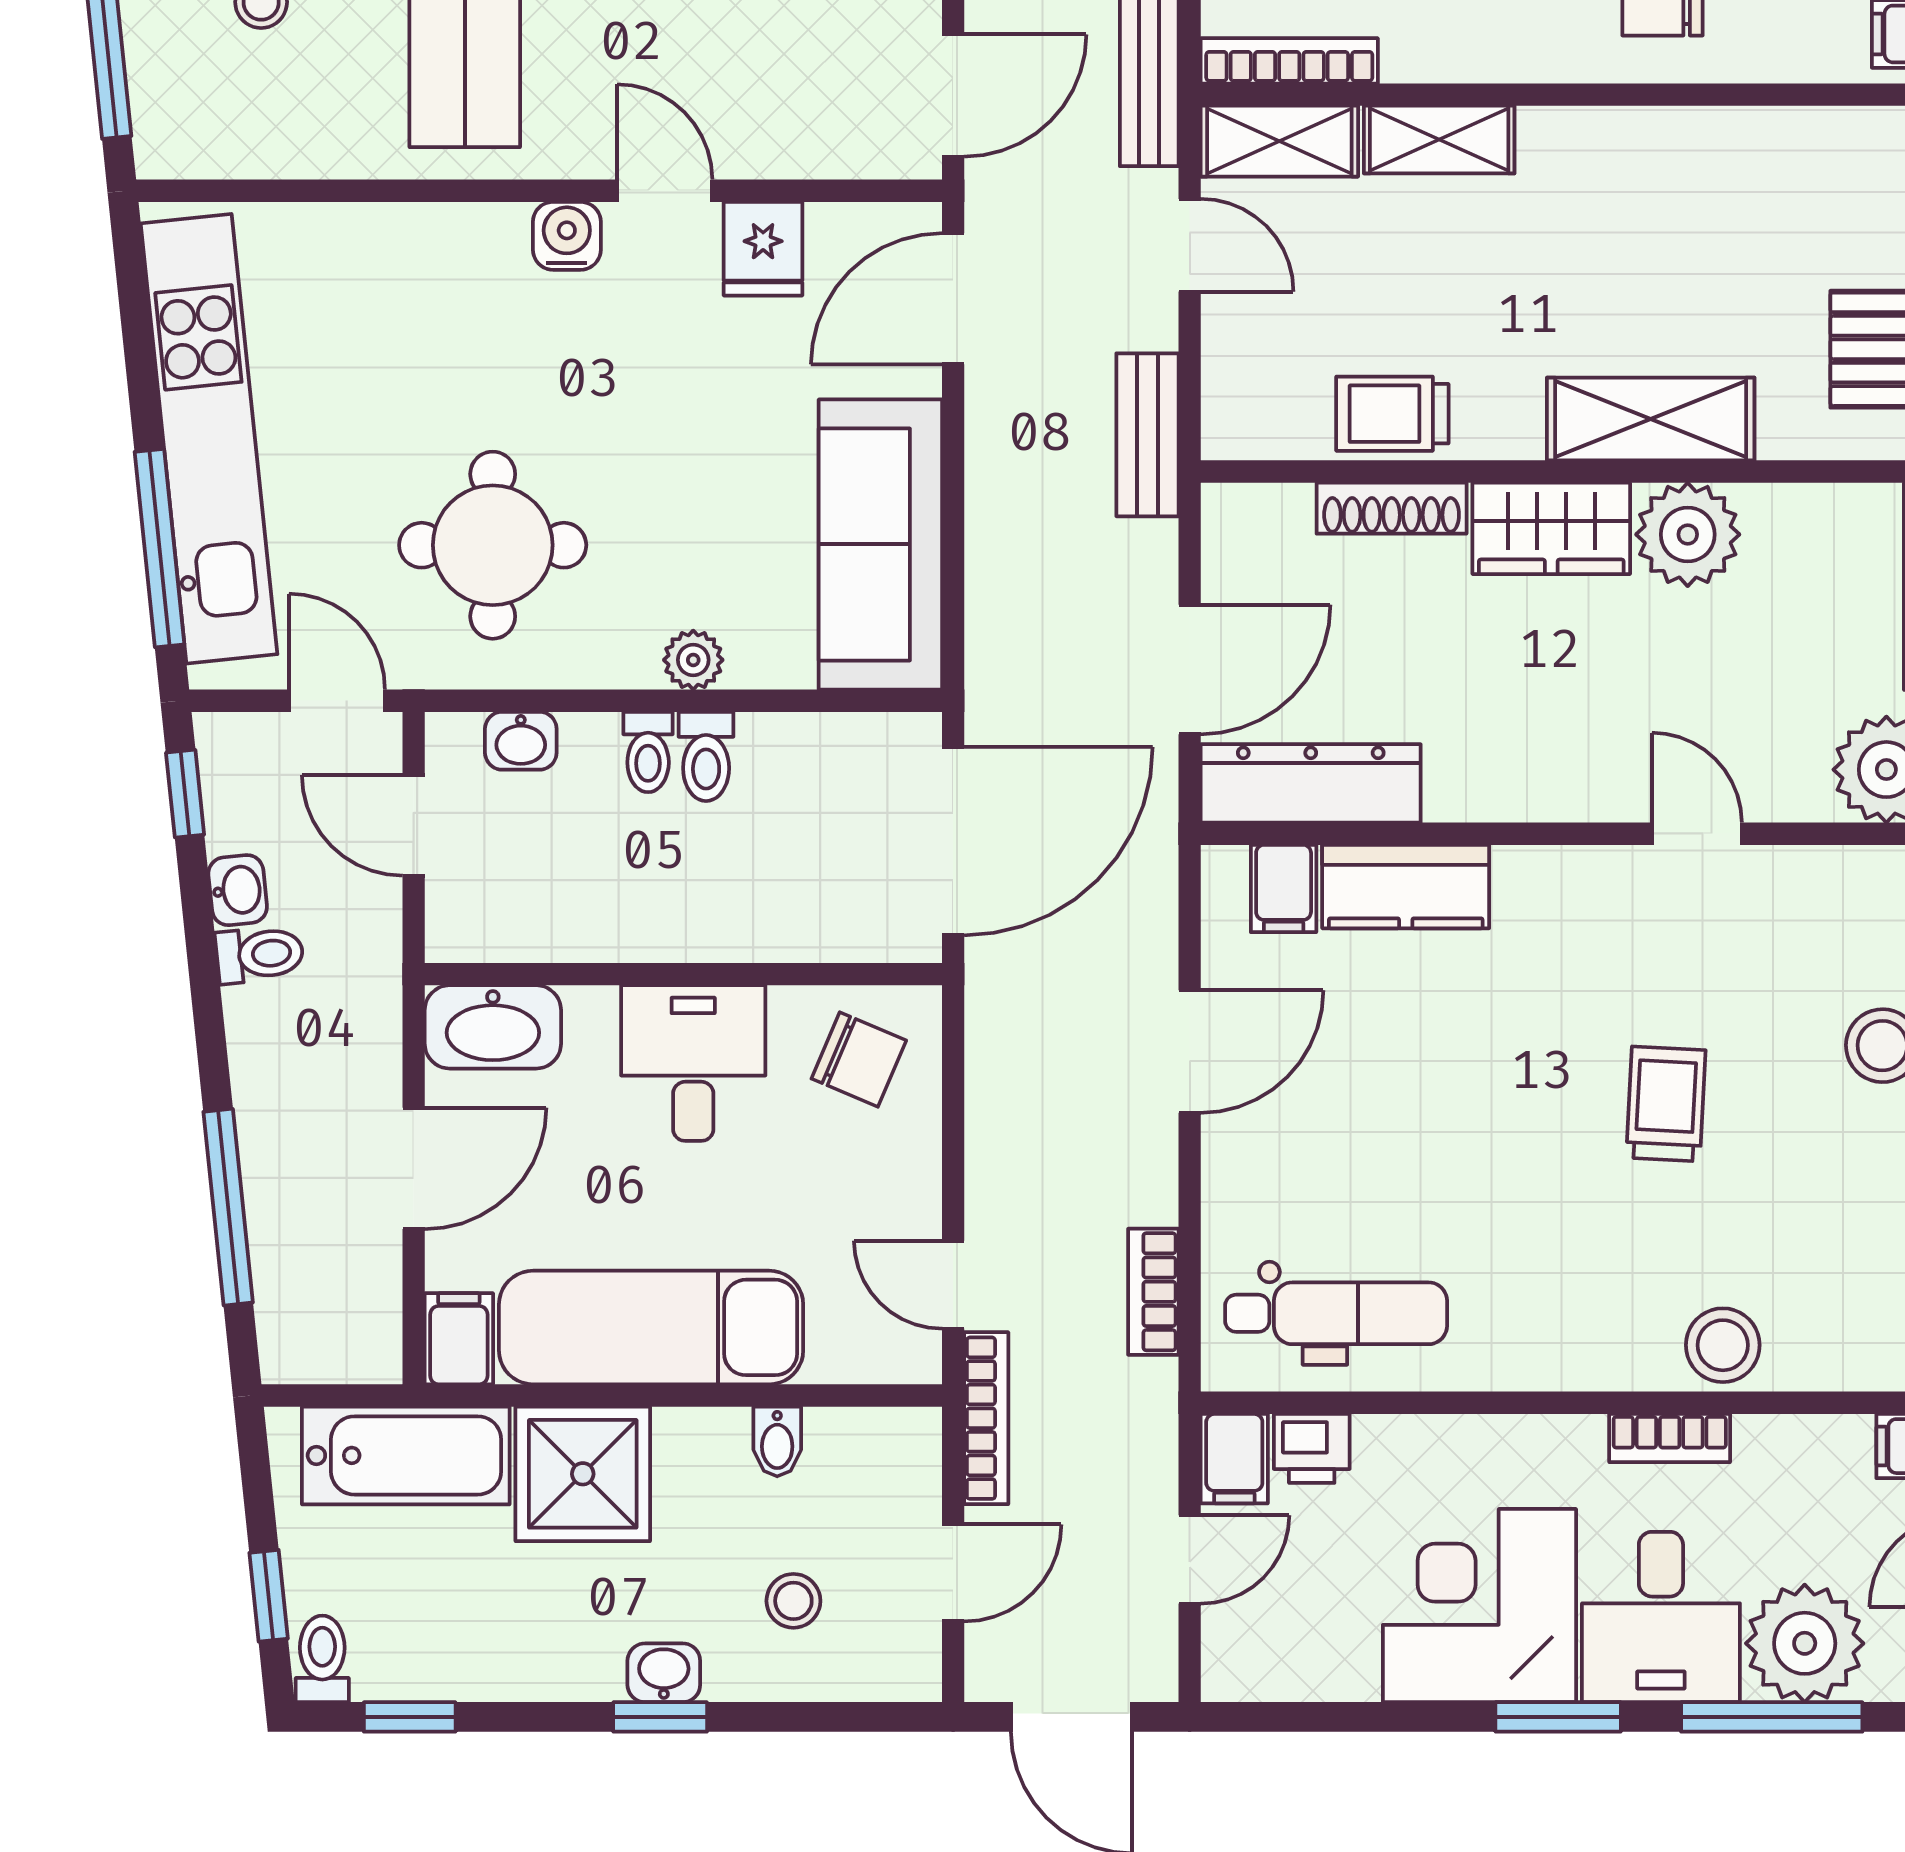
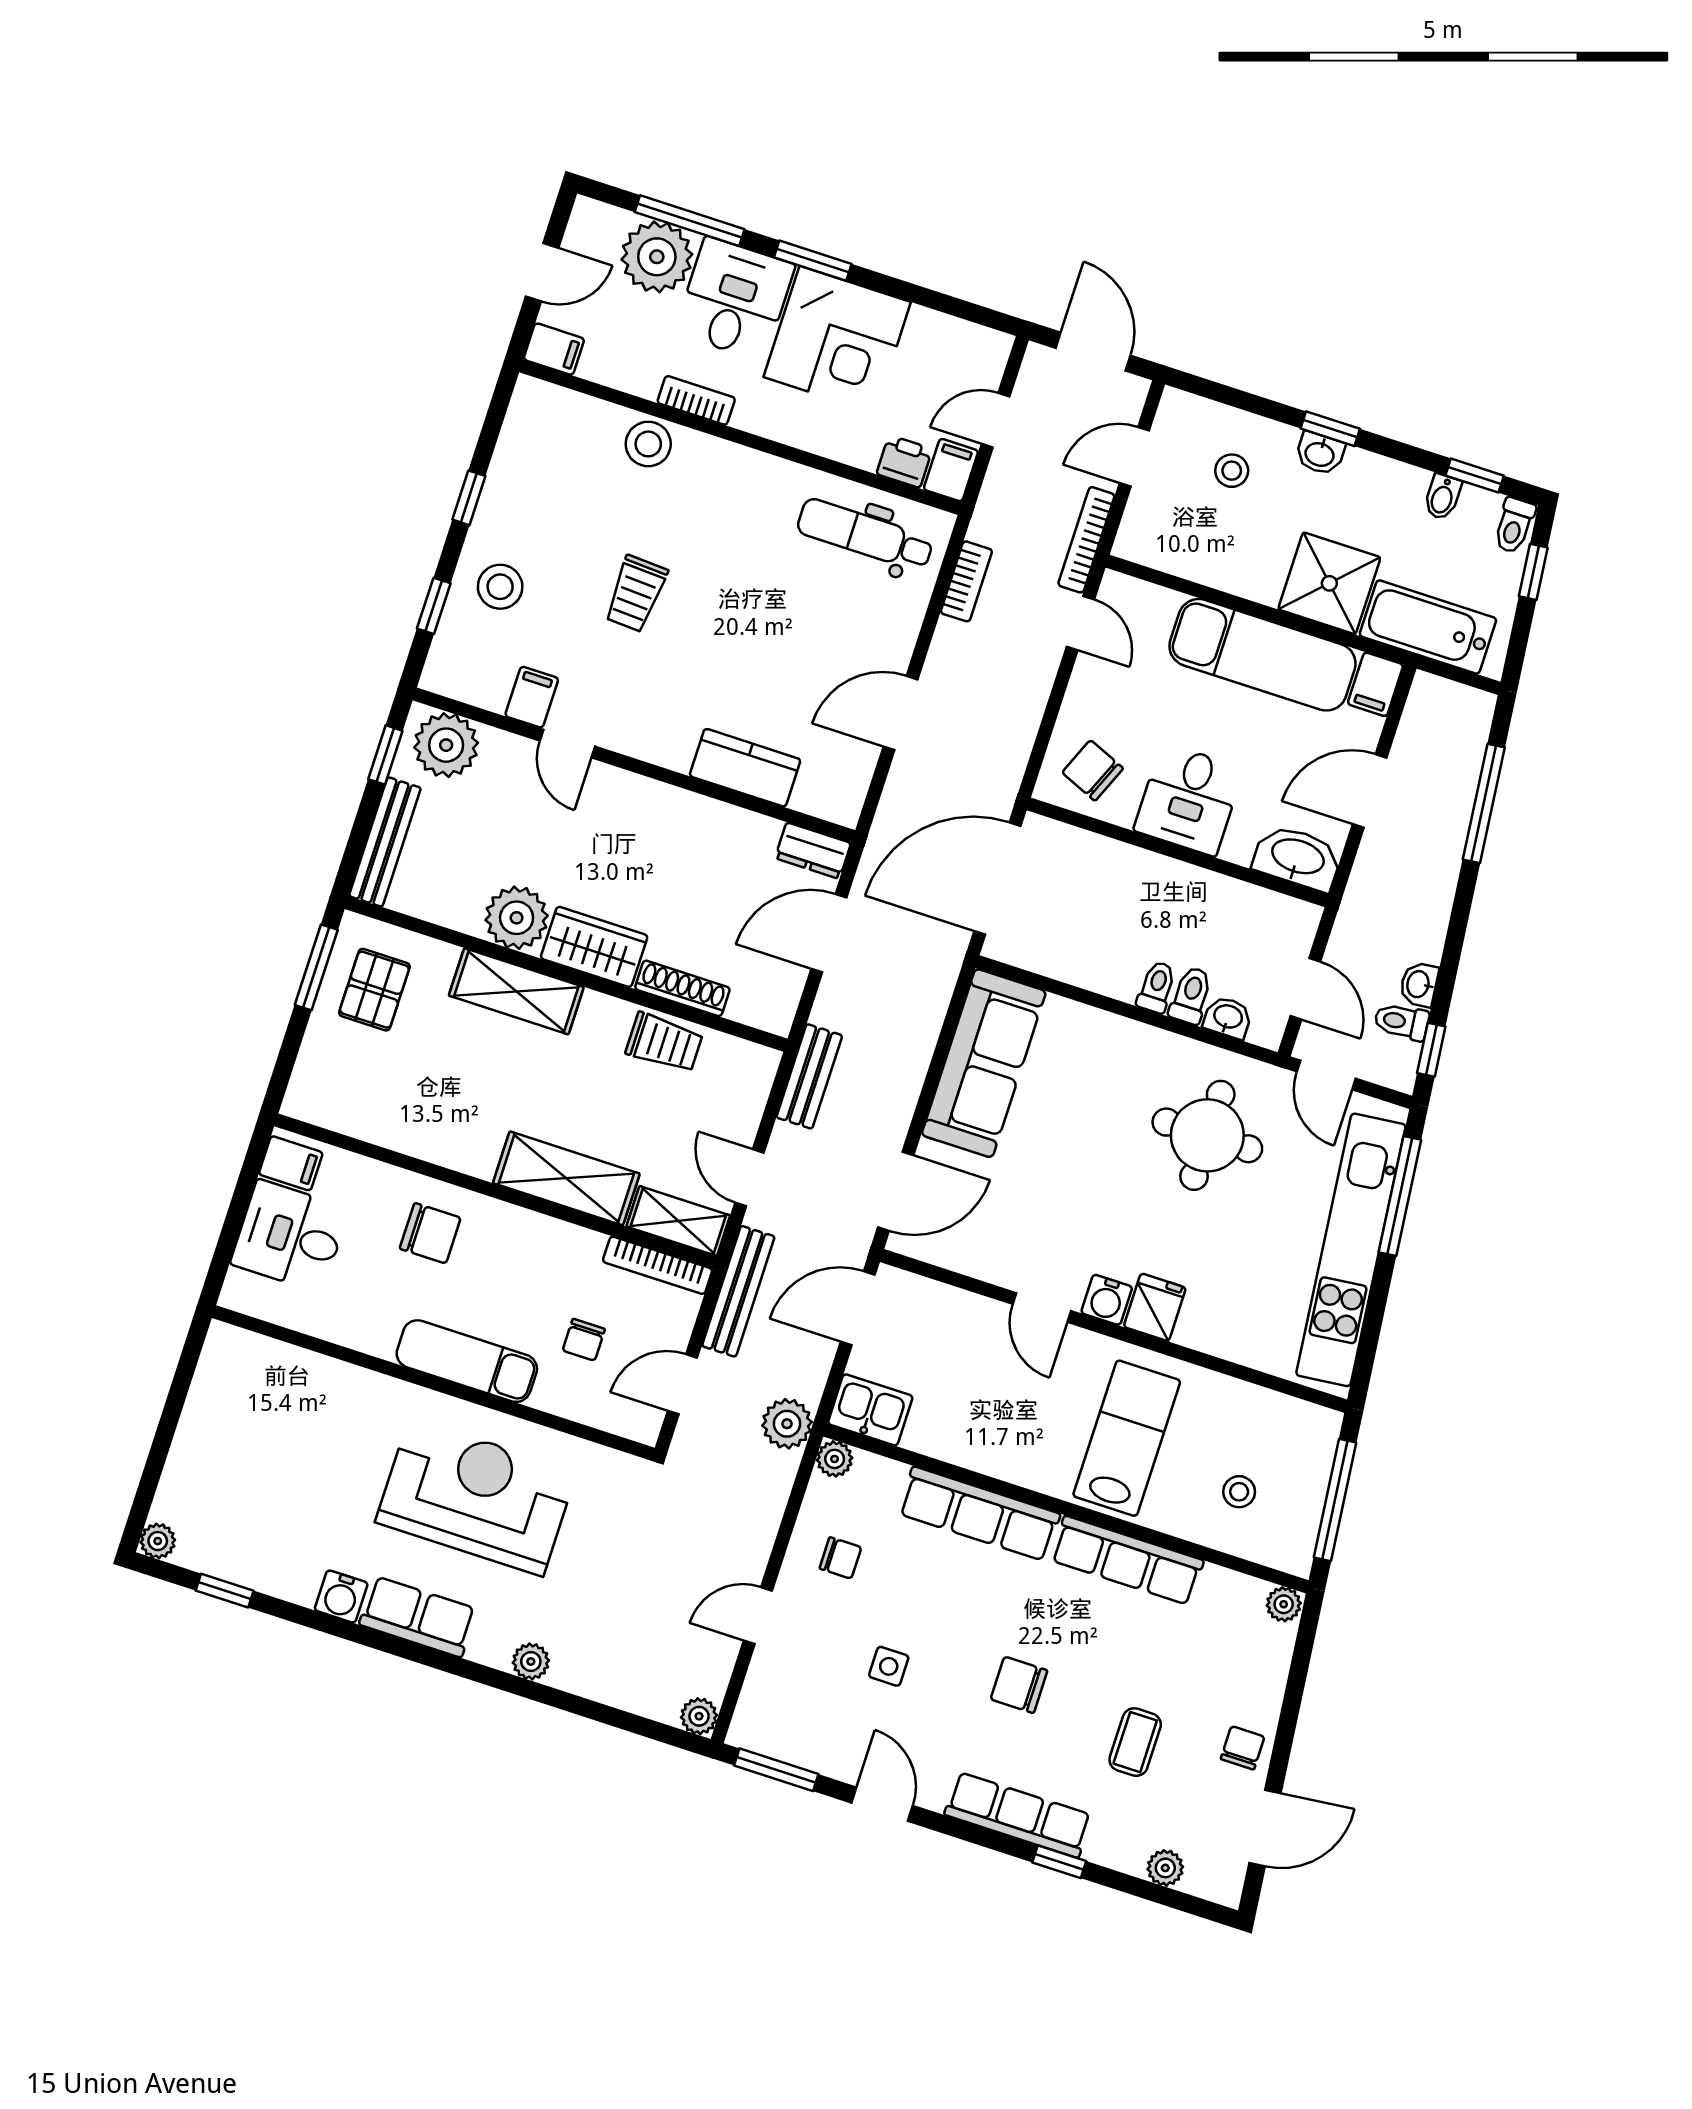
shelving: (1439, 140) -> (566, 1178), width x1.50, depth x1.33
fridge: (763, 249) -> (1155, 1307), moved
plant: (693, 660) -> (1113, 1032), removed
toilet: (706, 756) -> (1191, 995), moved
dresser: (1311, 783) -> (813, 851), width x0.51, depth x0.80
filing cabinet: (1284, 888) -> (532, 697), moved
toilet: (260, 954) -> (1402, 1022), moved
bidet: (777, 1442) -> (1443, 497), moved, turned 180

